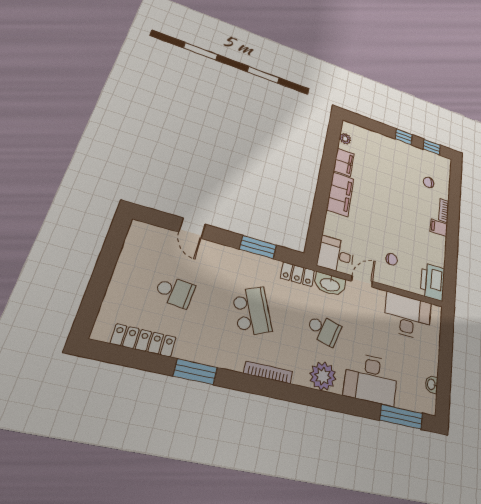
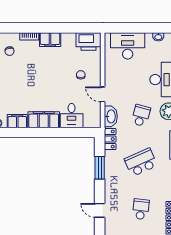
door: (192, 228) -> (100, 210), swing flipped
filing cabinet: (439, 228) -> (50, 40), width x2.00
desk: (336, 255) -> (72, 116), moved
desk: (408, 316) -> (128, 46), moved, turned 90

